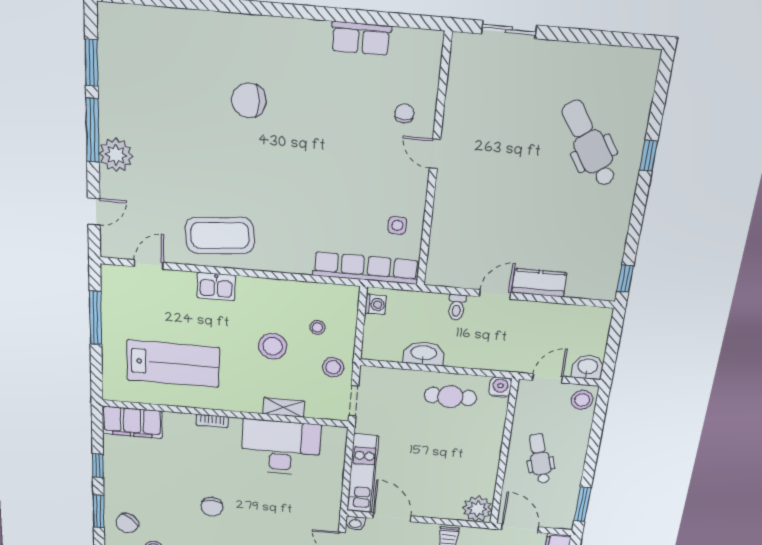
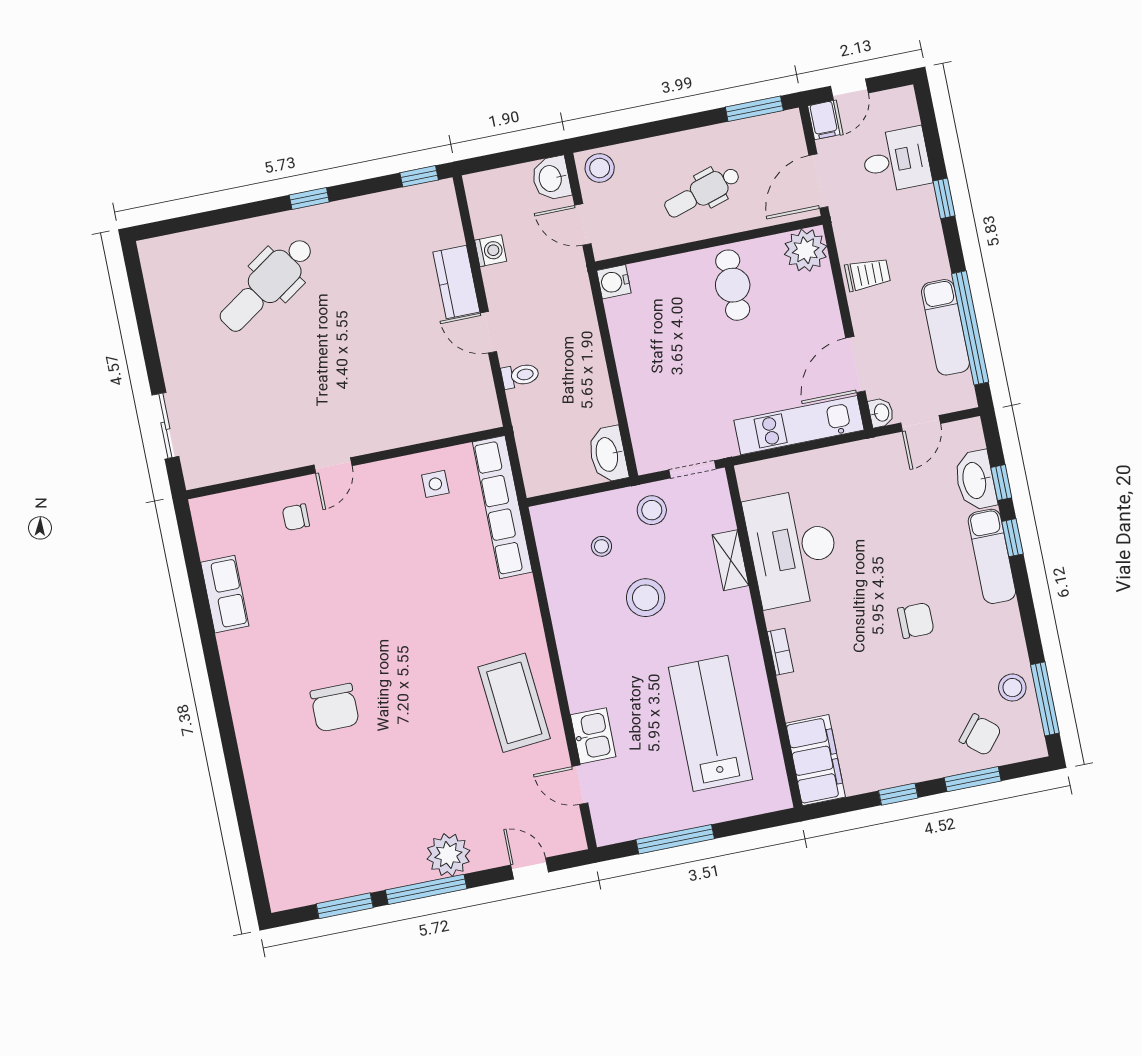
window: (649, 156) -> (309, 198), moved
kitchen sink: (216, 287) -> (593, 736), moved
washing machine: (376, 304) -> (491, 251), moved, turned 90
washbasin: (424, 353) -> (608, 454), moved
cafe table: (450, 397) -> (733, 285), moved

